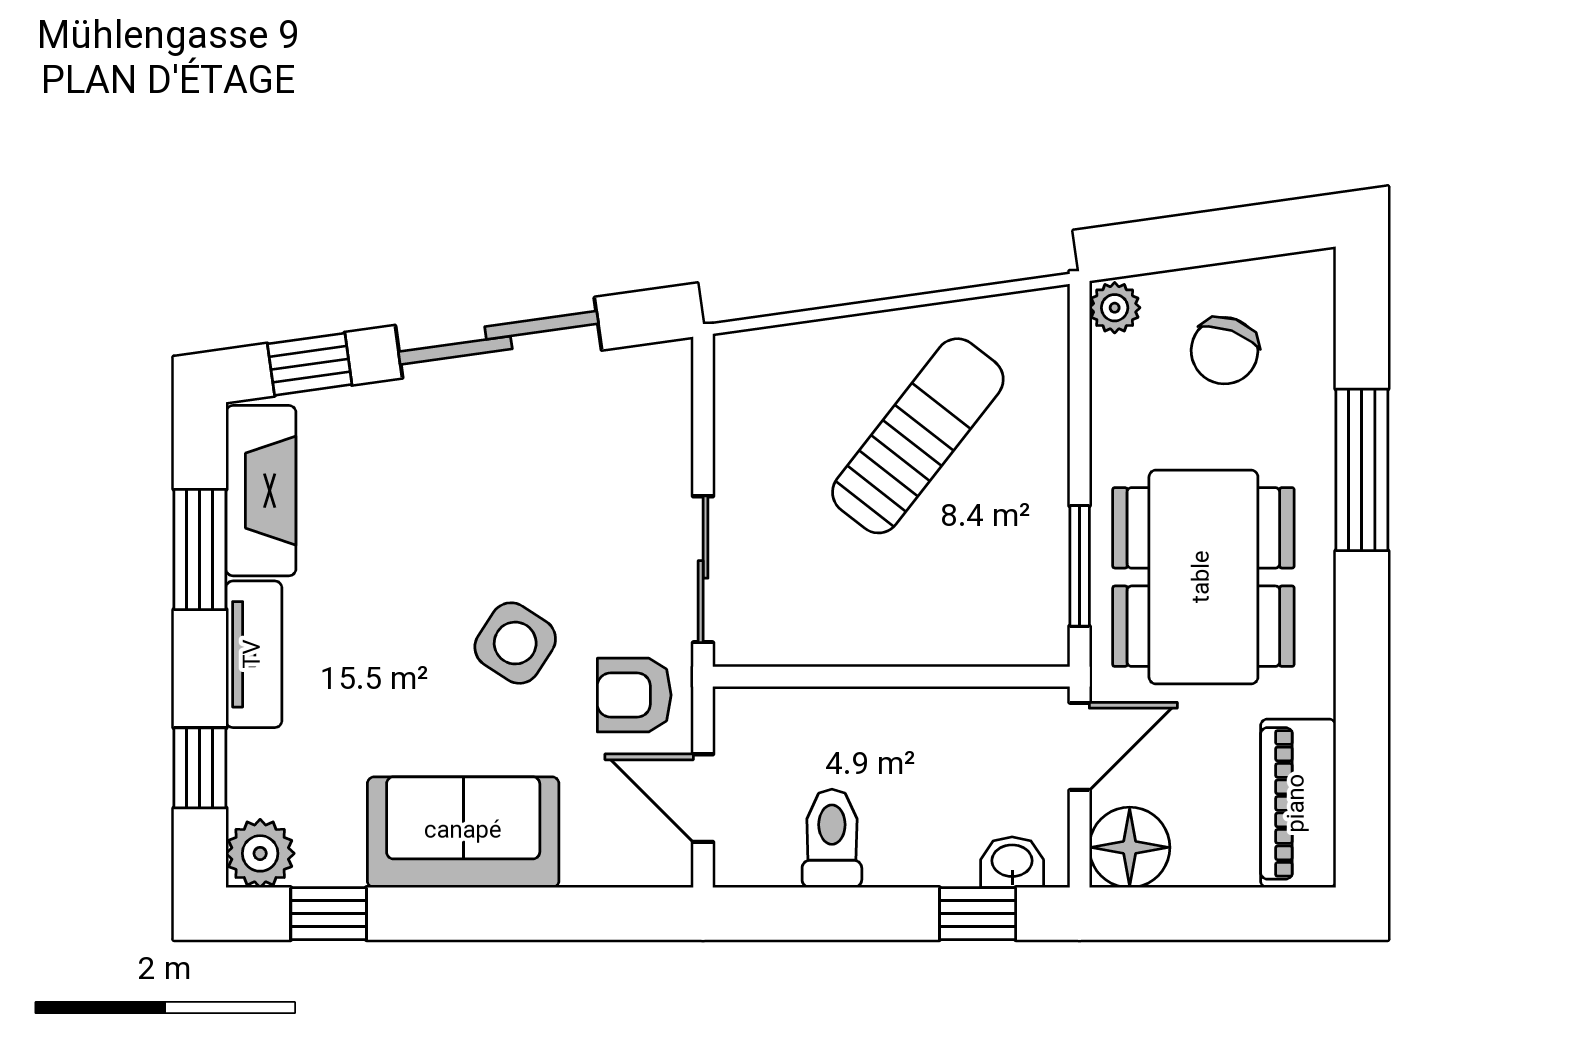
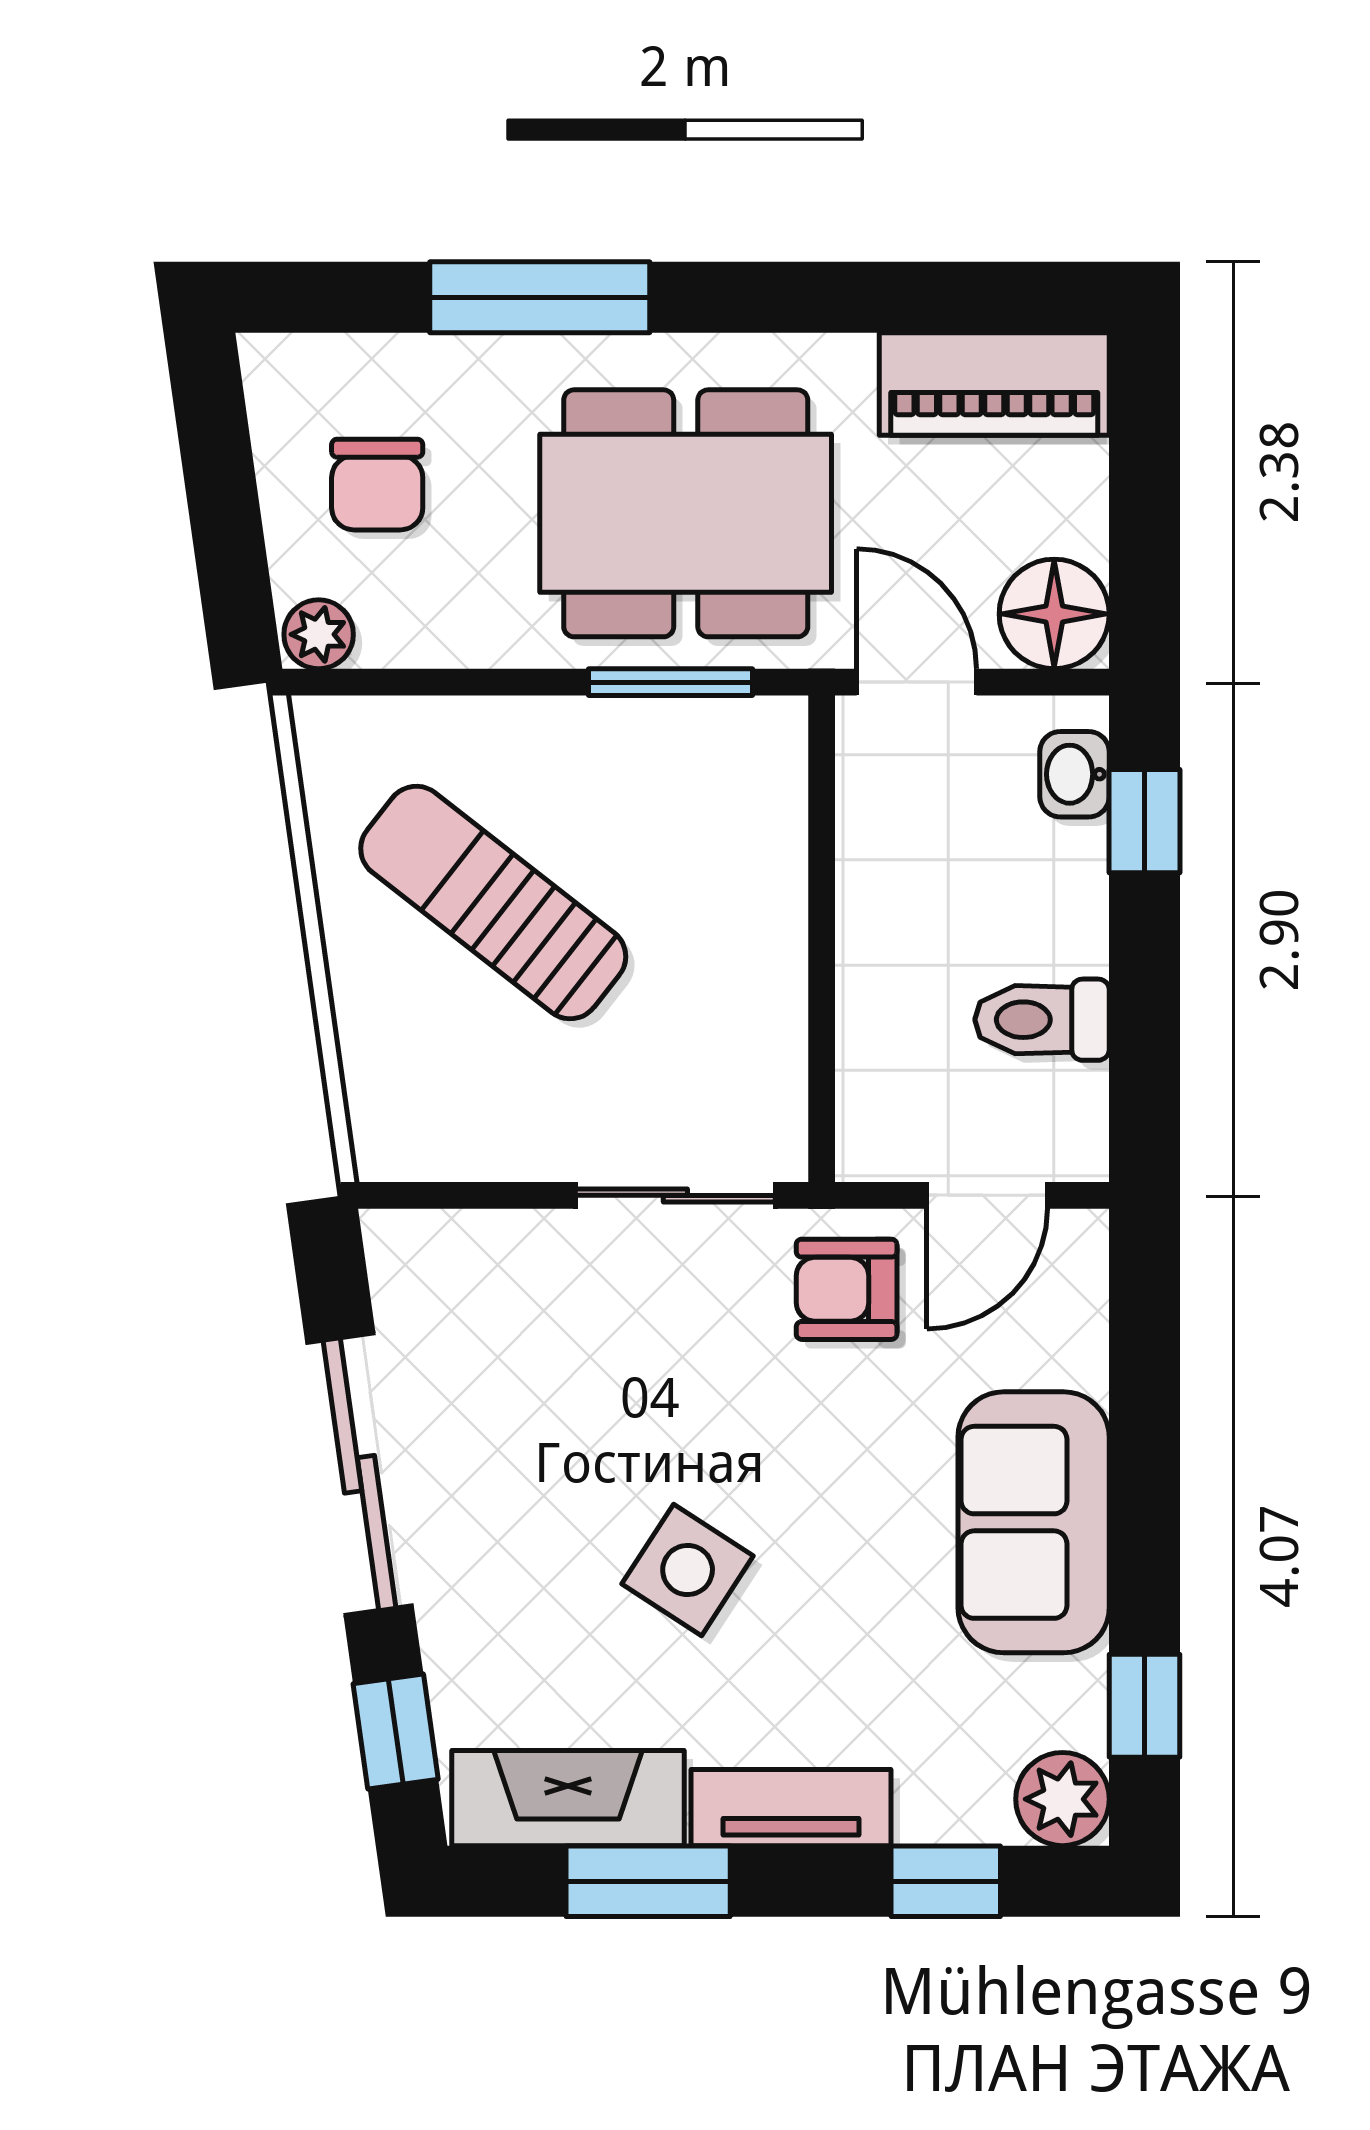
chair: (1225, 351) -> (377, 485), turned 70
side table: (515, 643) -> (688, 1570), moved
armchair: (634, 695) -> (847, 1289), turned 90

